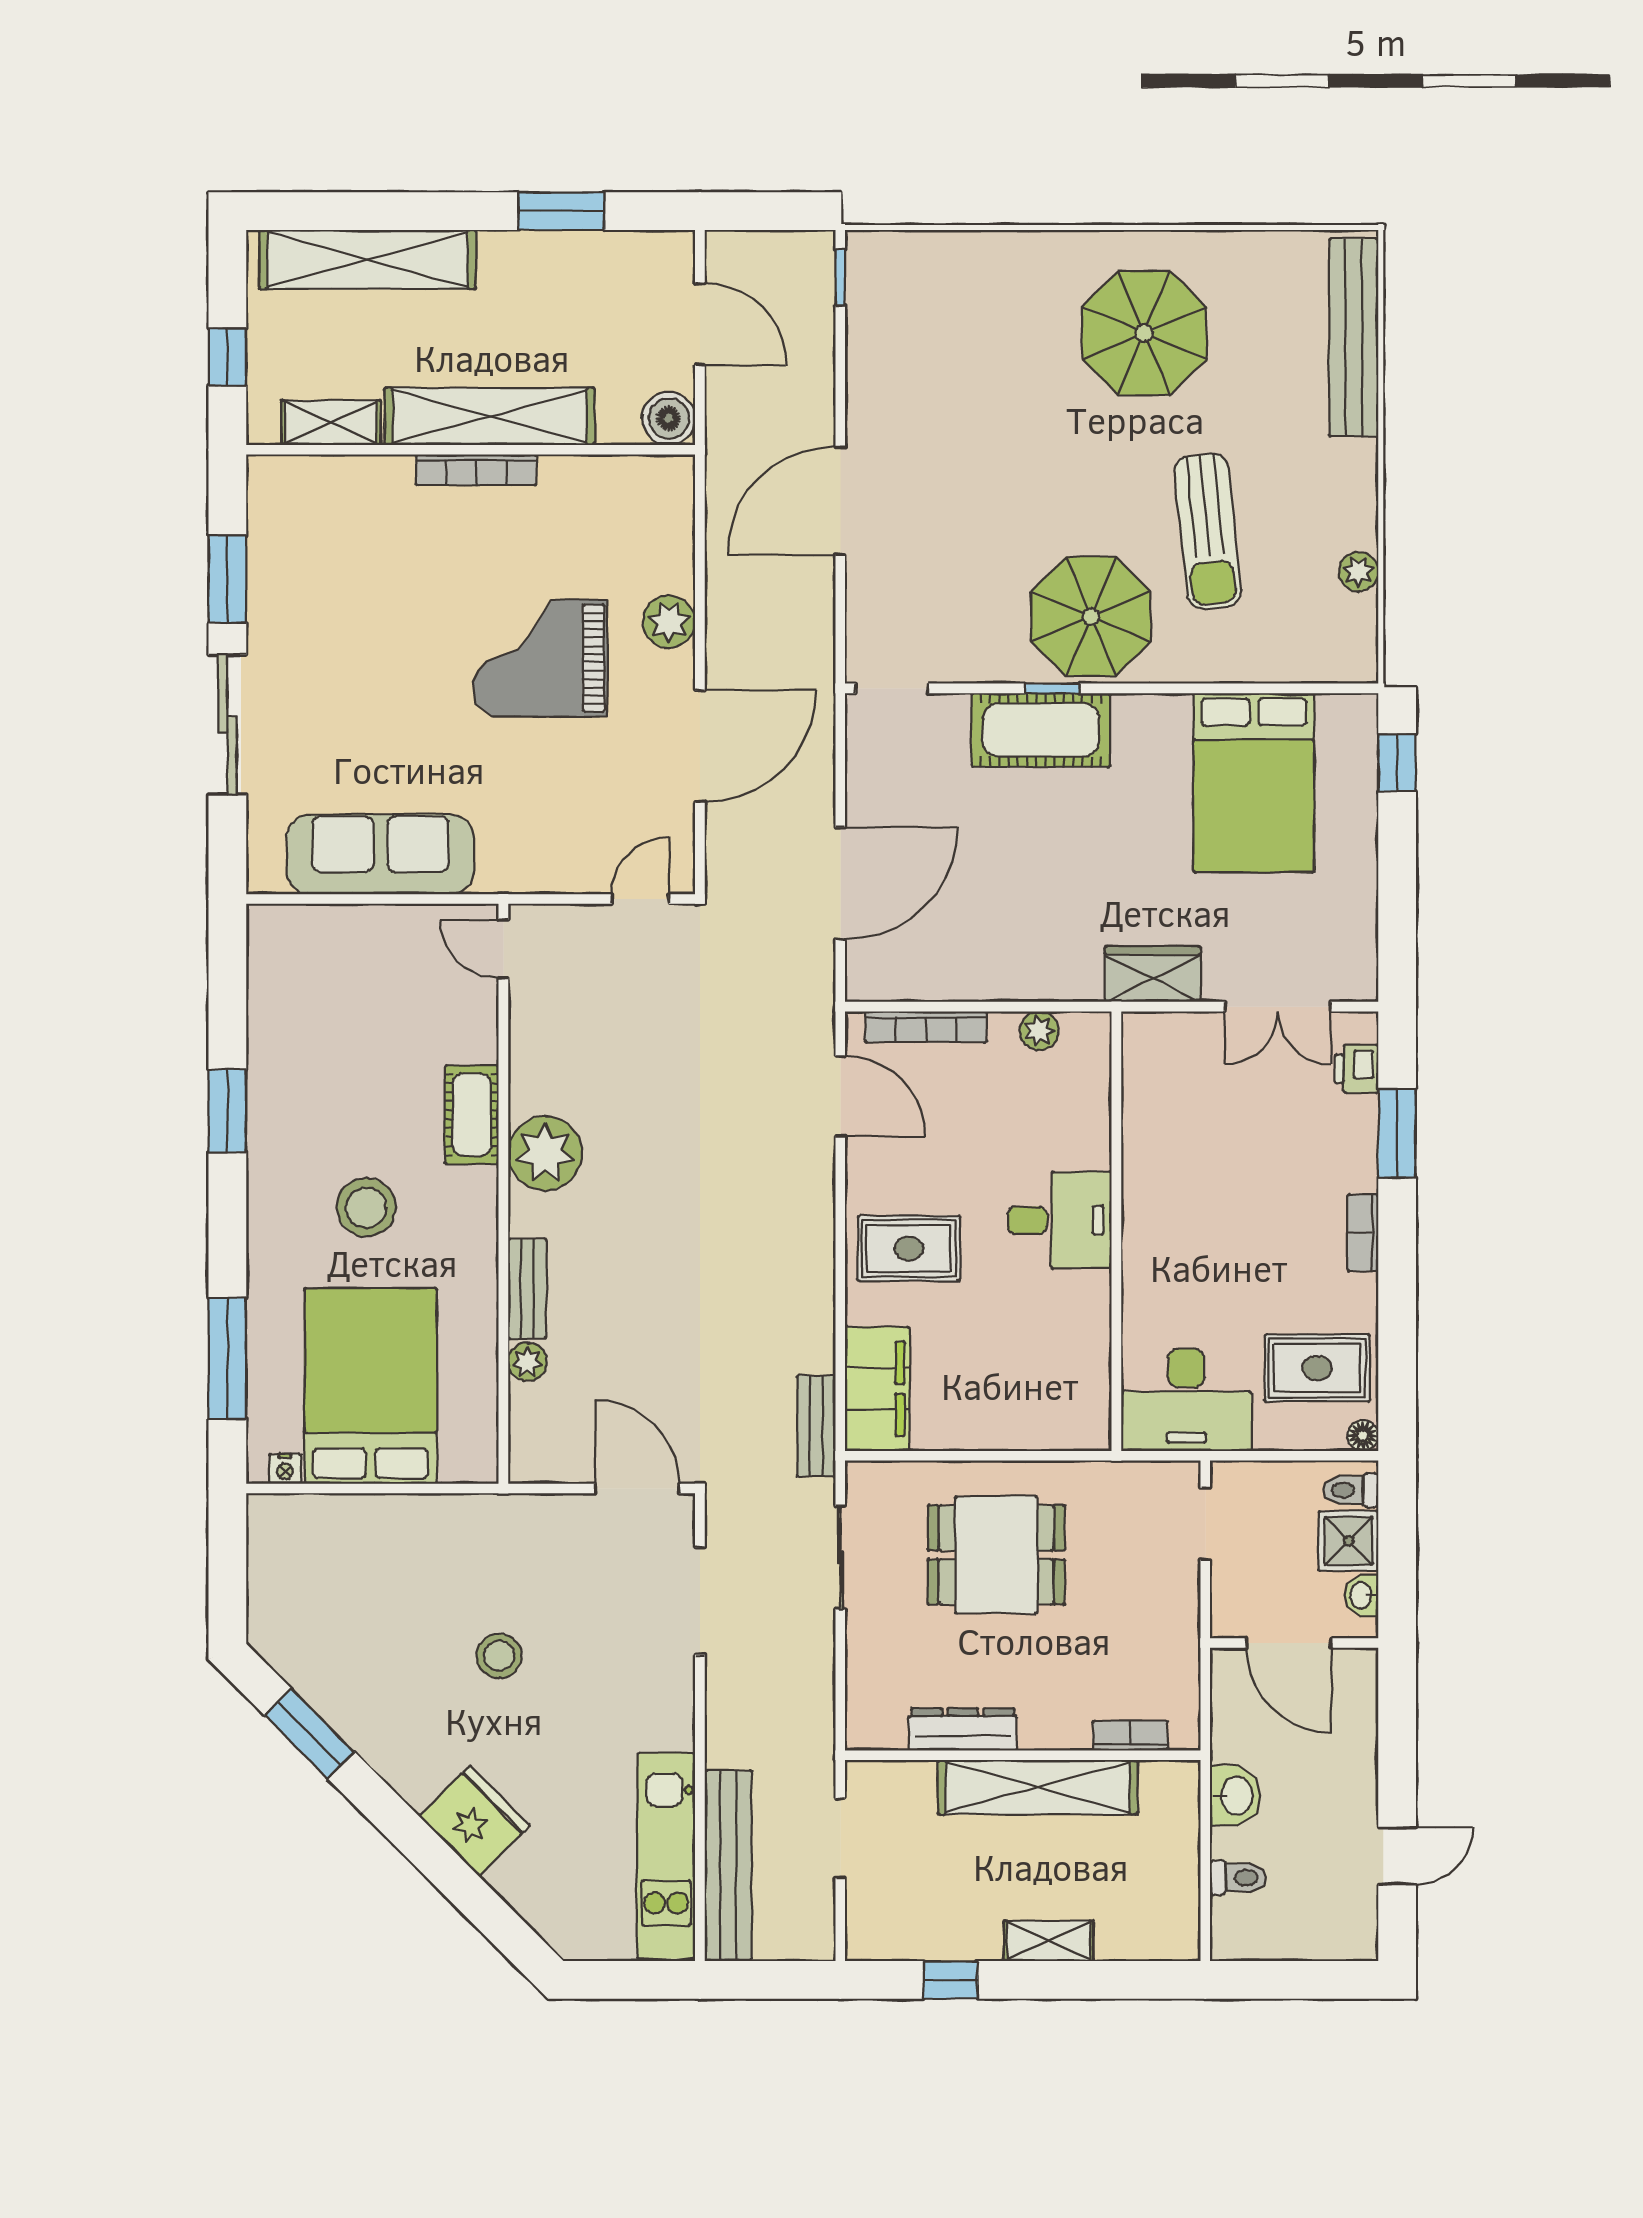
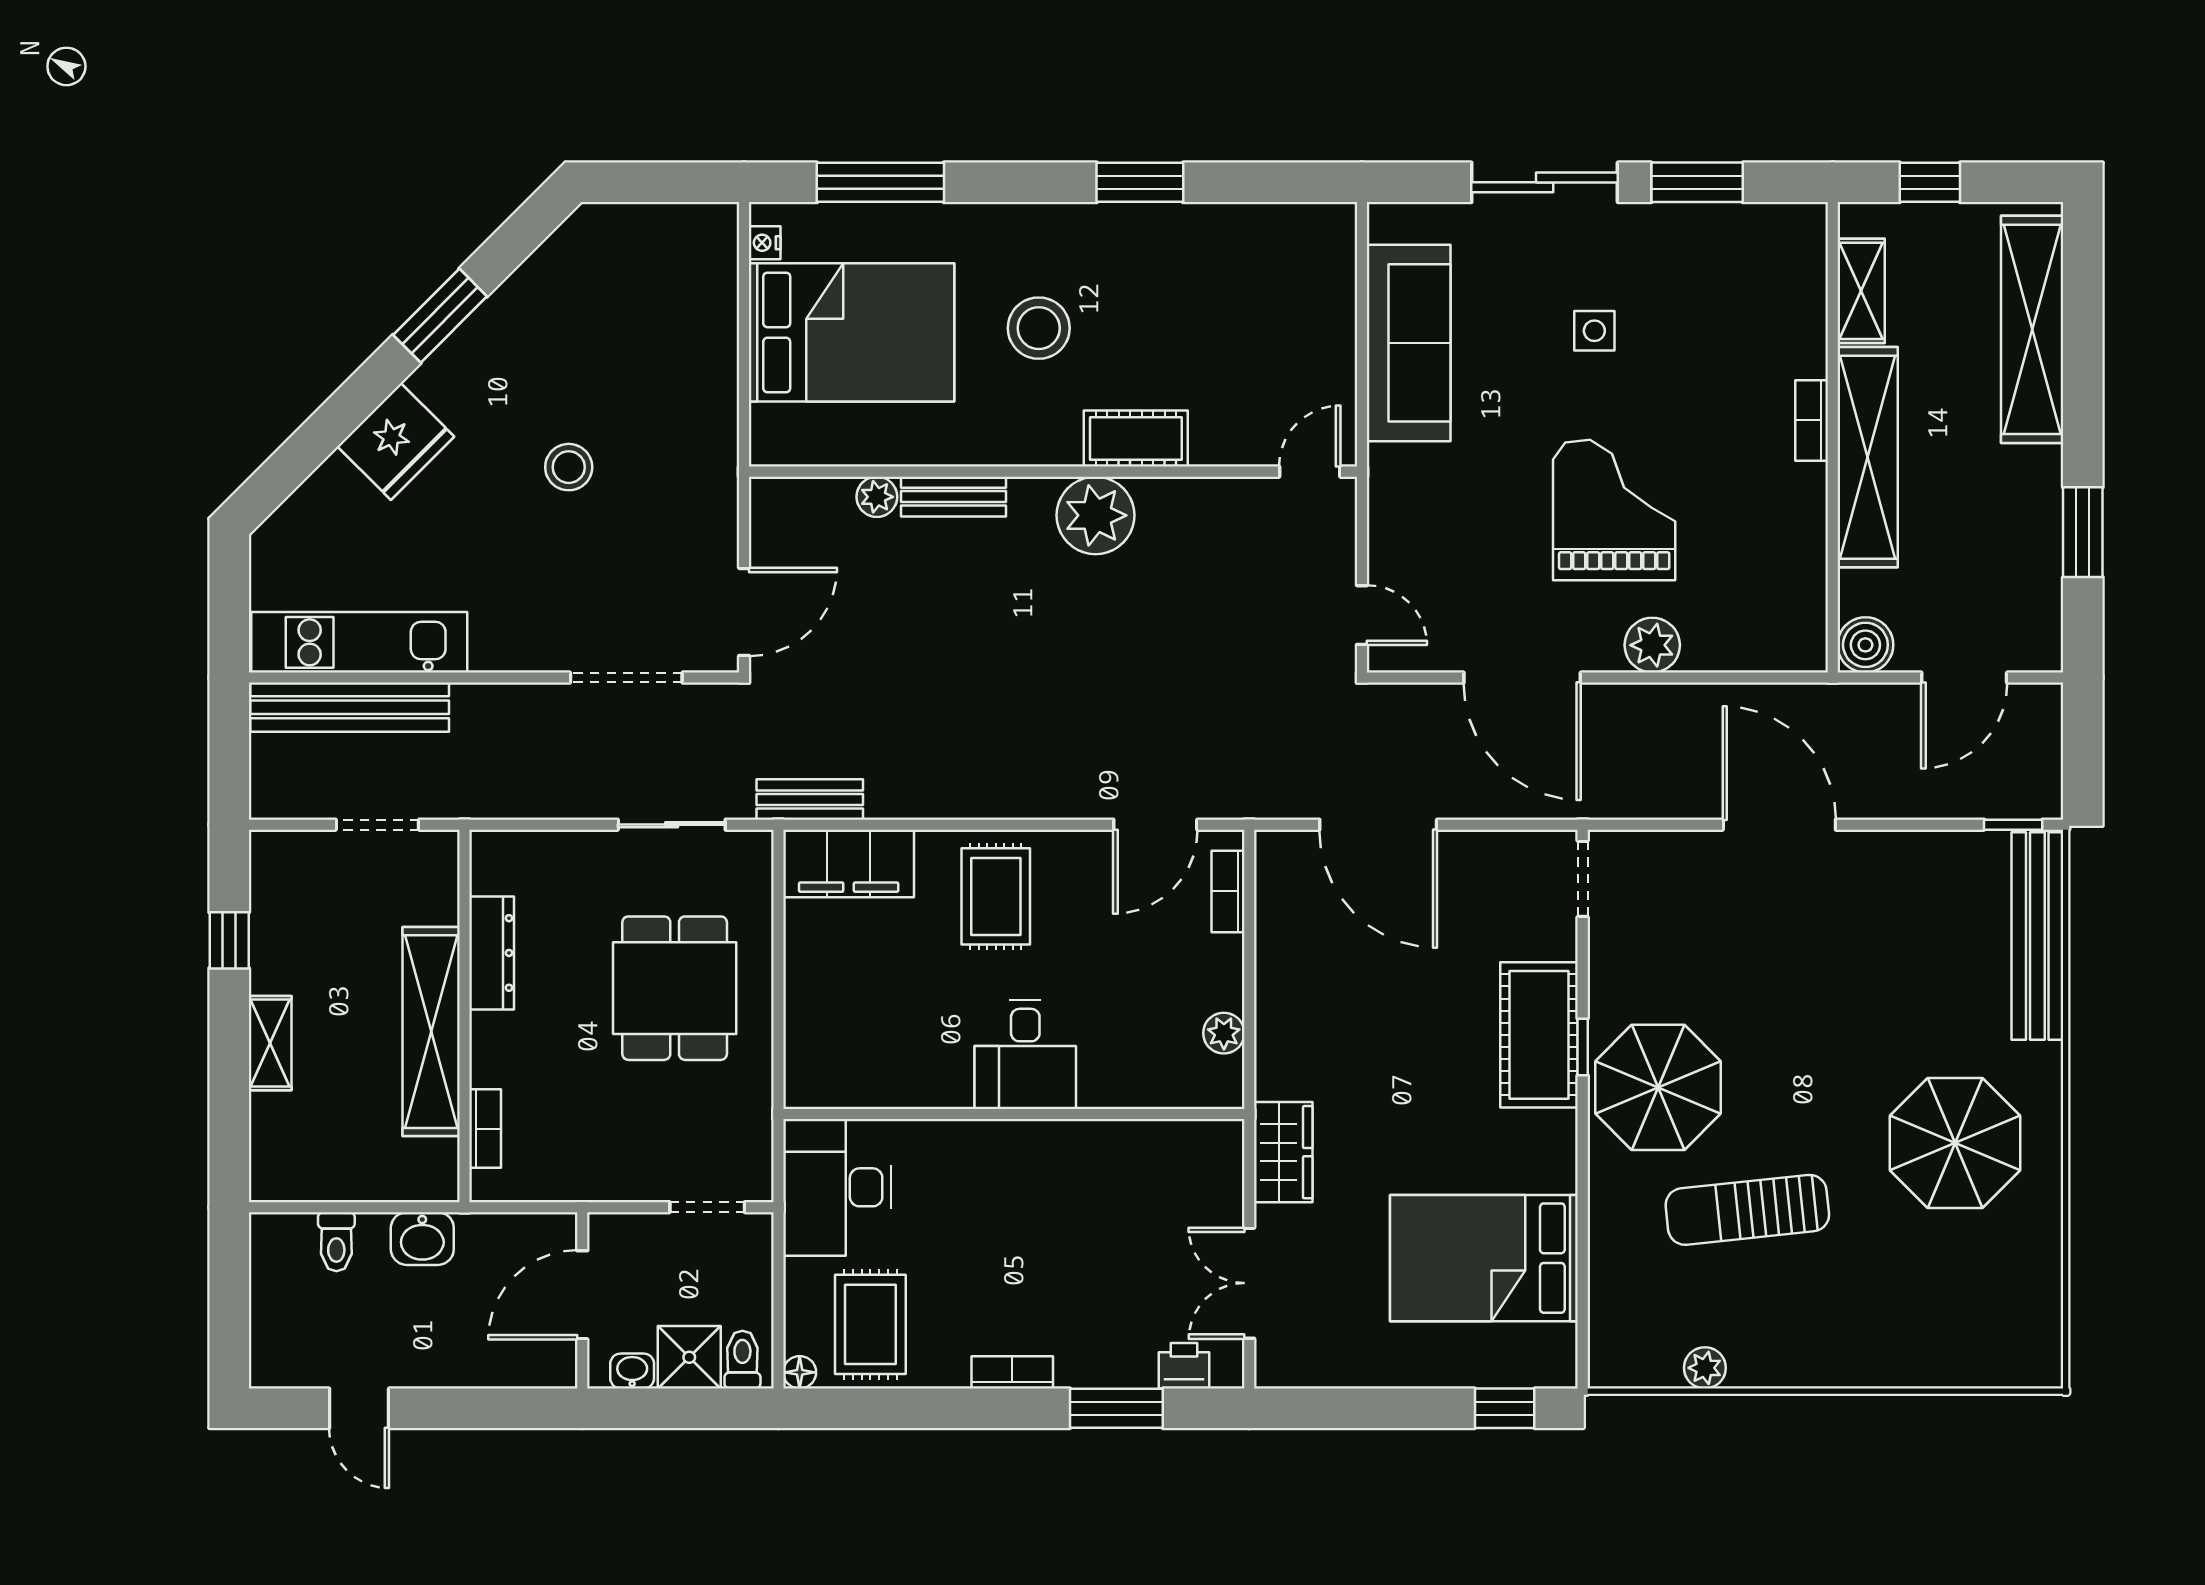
bench: (1354, 338) -> (2037, 936), moved, turned 90
bookcase: (476, 470) -> (1812, 420), width x0.64
side table: (369, 677) -> (1594, 331), added
bookcase: (926, 1027) -> (1228, 891), width x0.64
window: (309, 1734) -> (440, 316), moved

